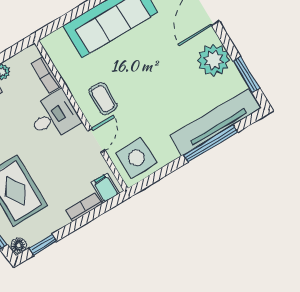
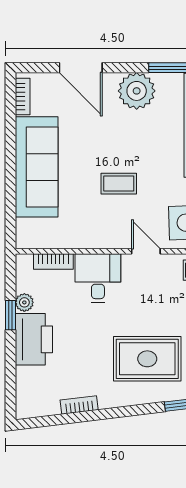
coffee table: (103, 99) -> (119, 184), moved

